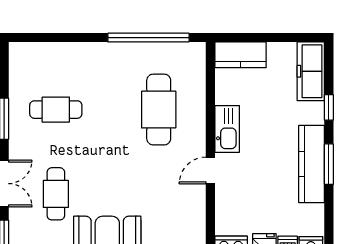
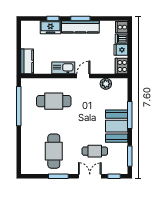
freezer: (311, 71) -> (50, 27), moved, width x0.71
cafe table: (56, 110) -> (54, 151), width x1.37, depth x1.35
door: (210, 170) -> (83, 76), swing flipped
plant: (194, 217) -> (106, 84), added

